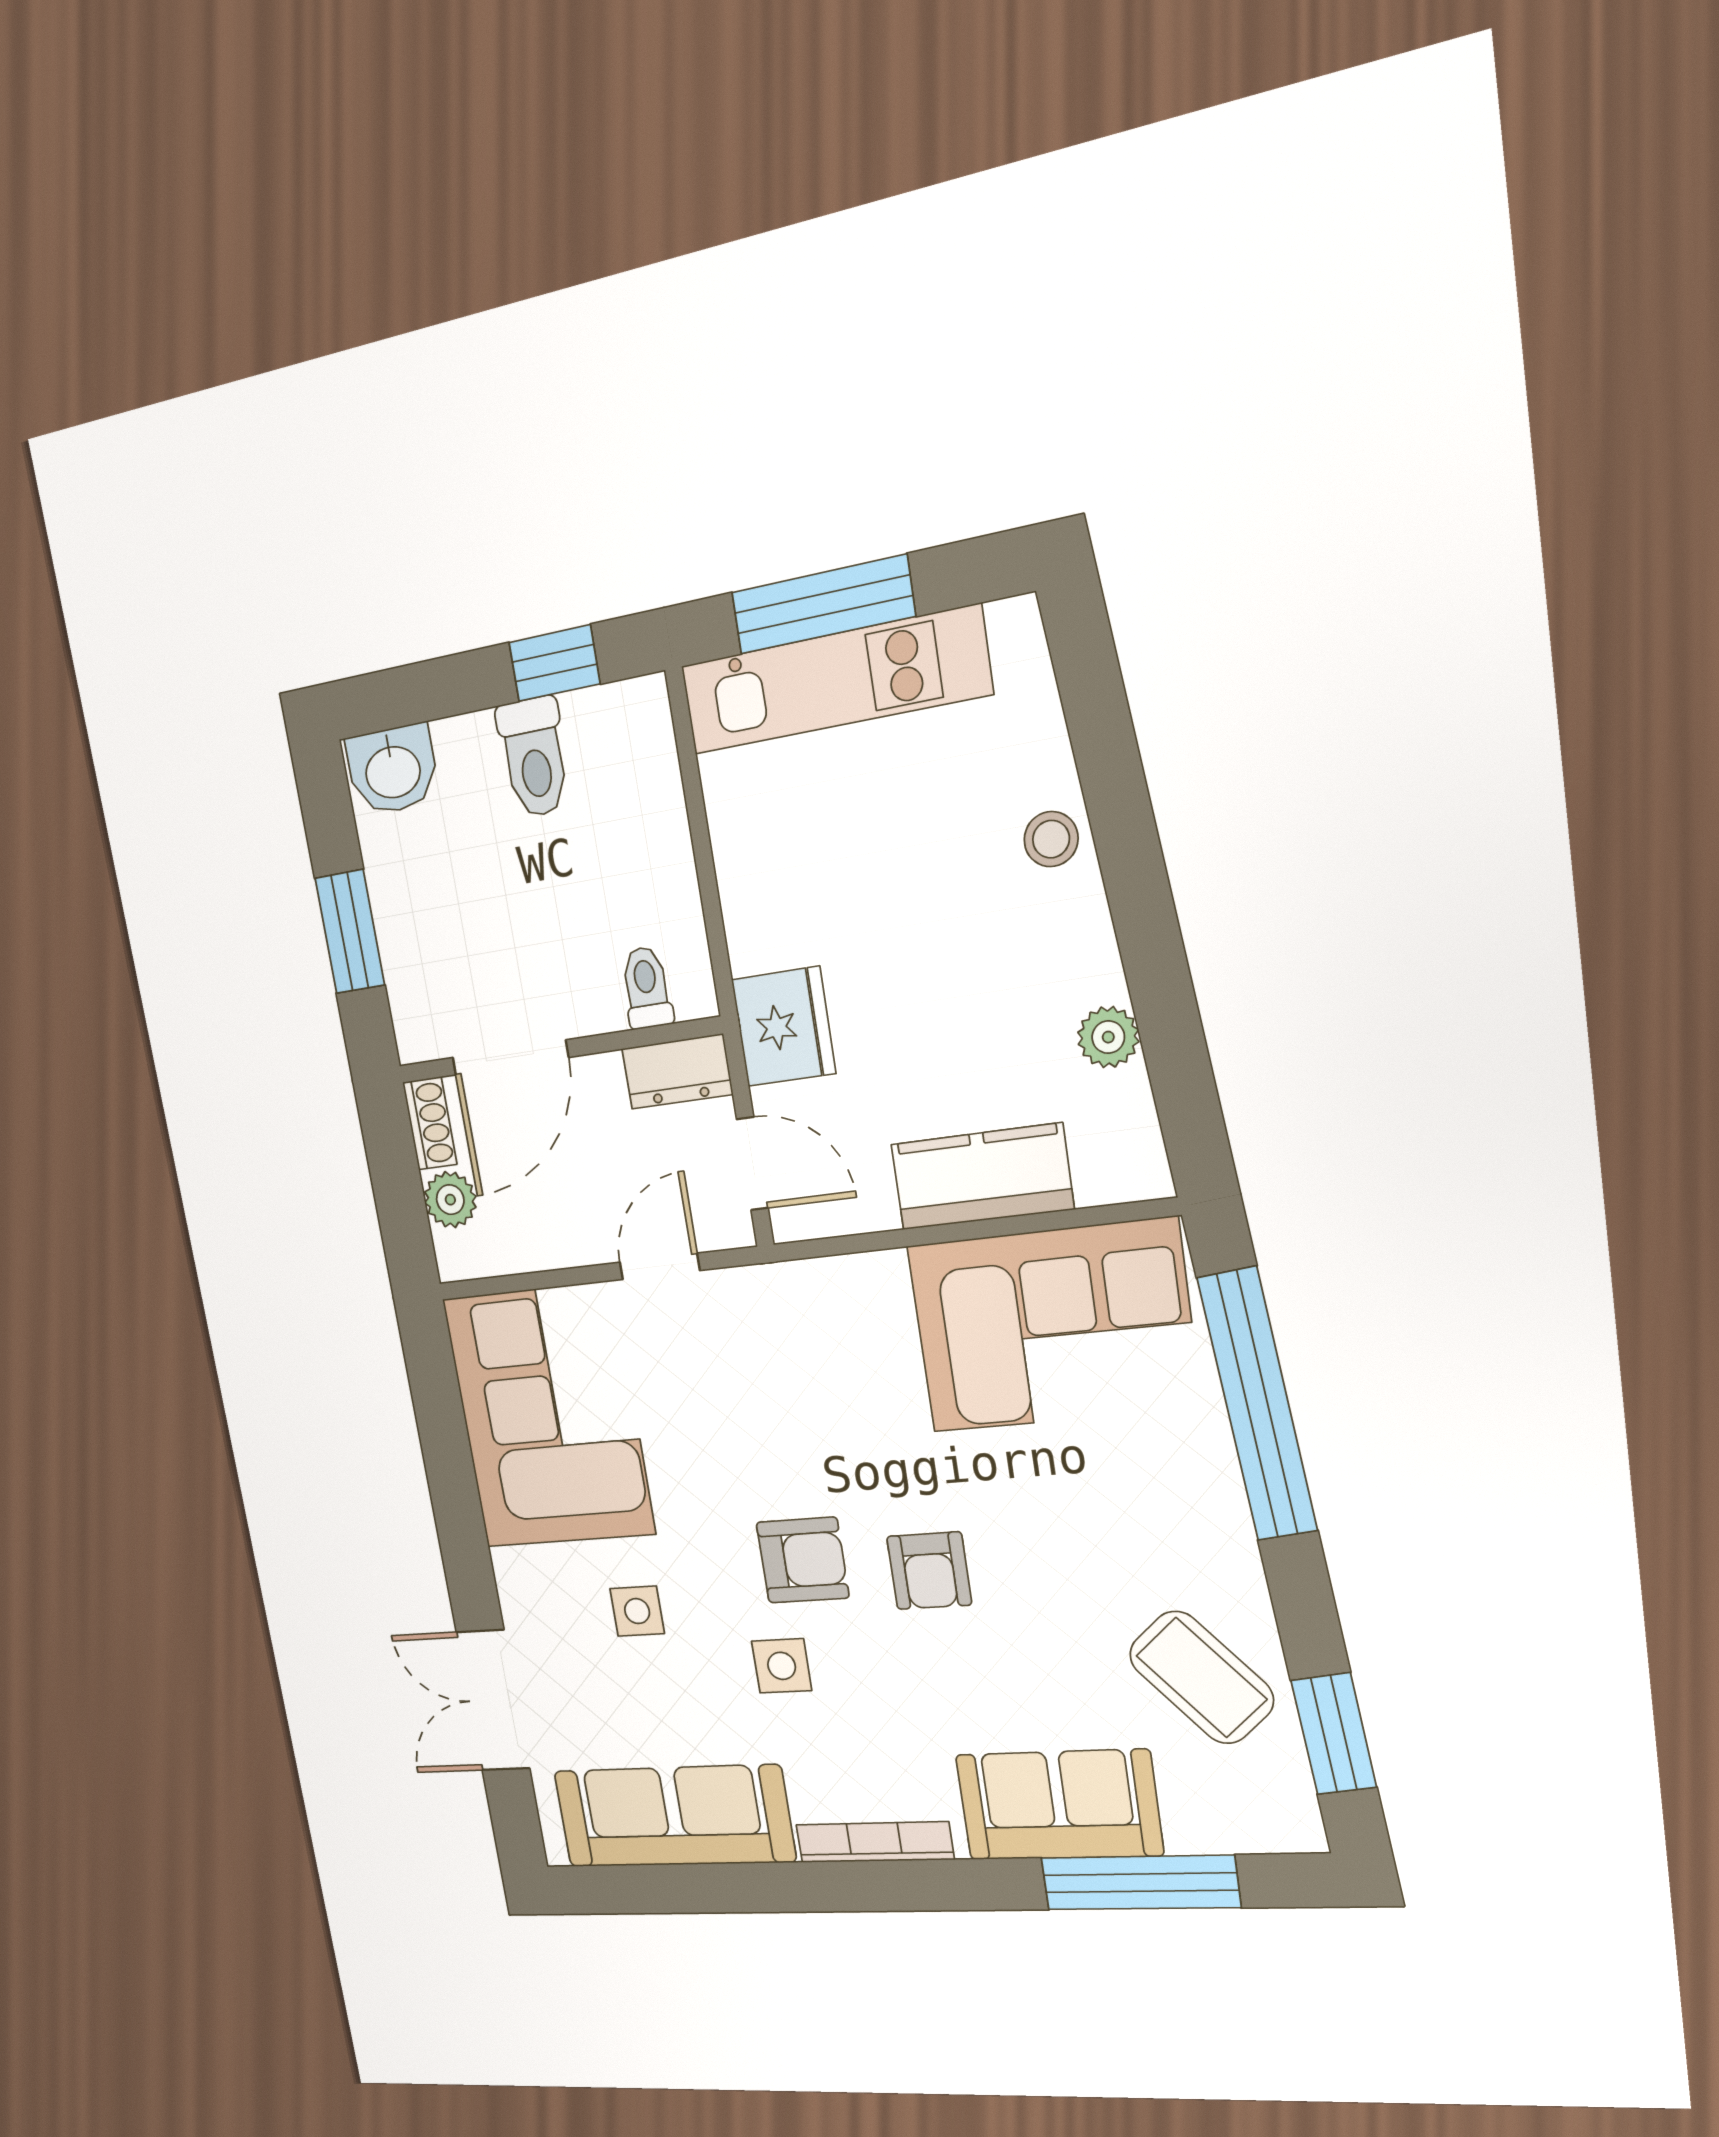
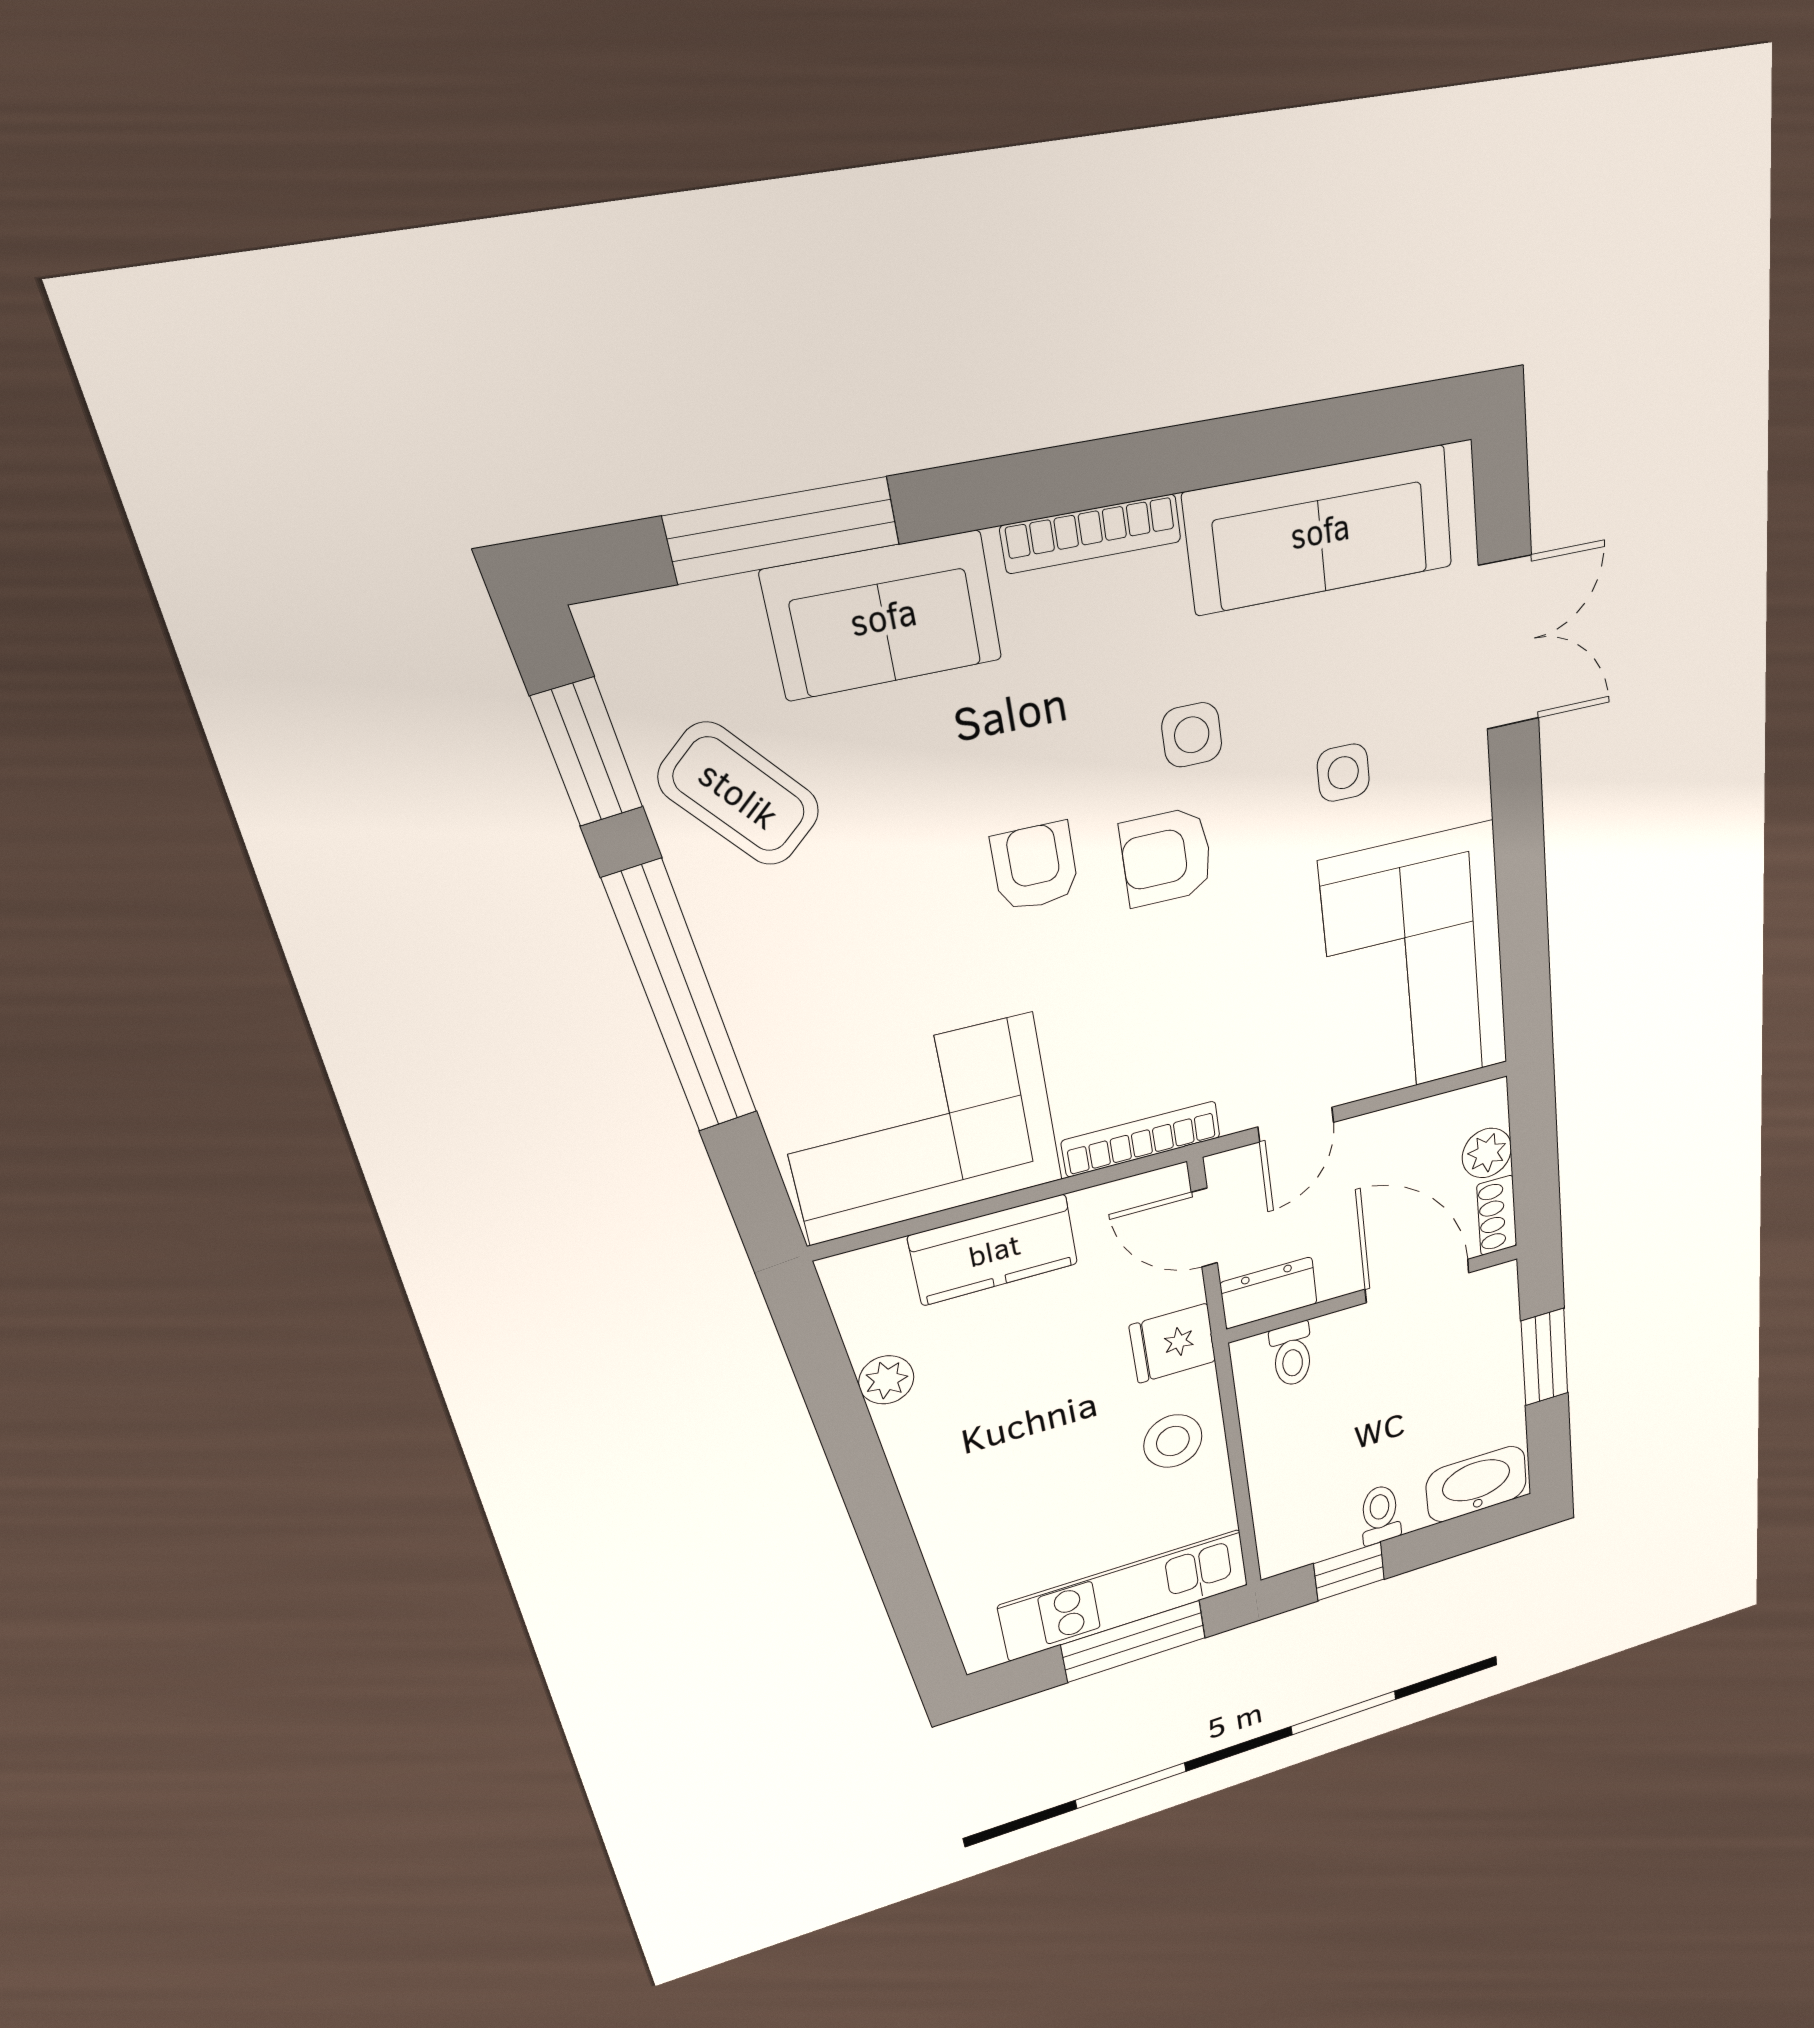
toilet: (534, 757) -> (1380, 1515), width x0.73, depth x0.72
washbasin: (393, 770) -> (1476, 1484), width x1.38
stool: (1051, 839) -> (1173, 1441), moved, width x1.37, depth x1.37
fridge: (784, 1027) -> (1173, 1343), width x0.72
door: (510, 1058) -> (1417, 1281), hinge flipped
bookcase: (823, 1277) -> (1141, 1139), added
window: (1257, 1405) -> (681, 999), moved

